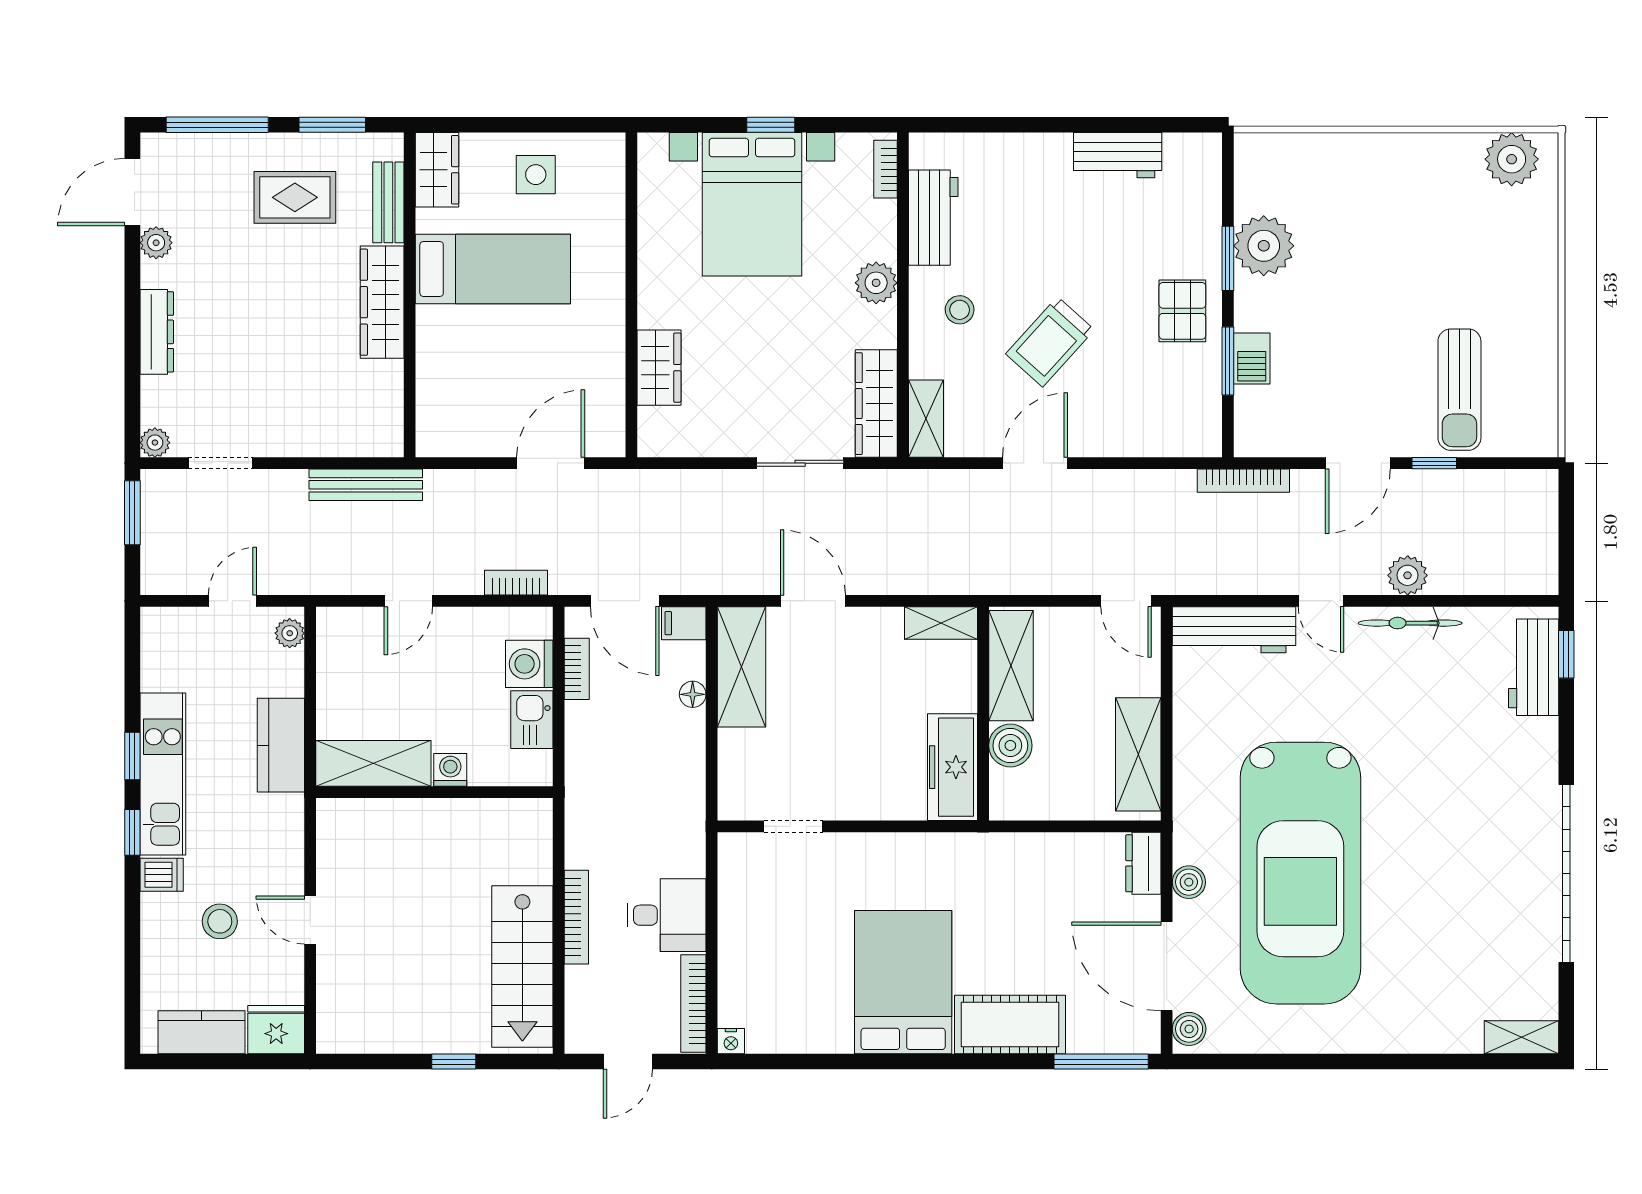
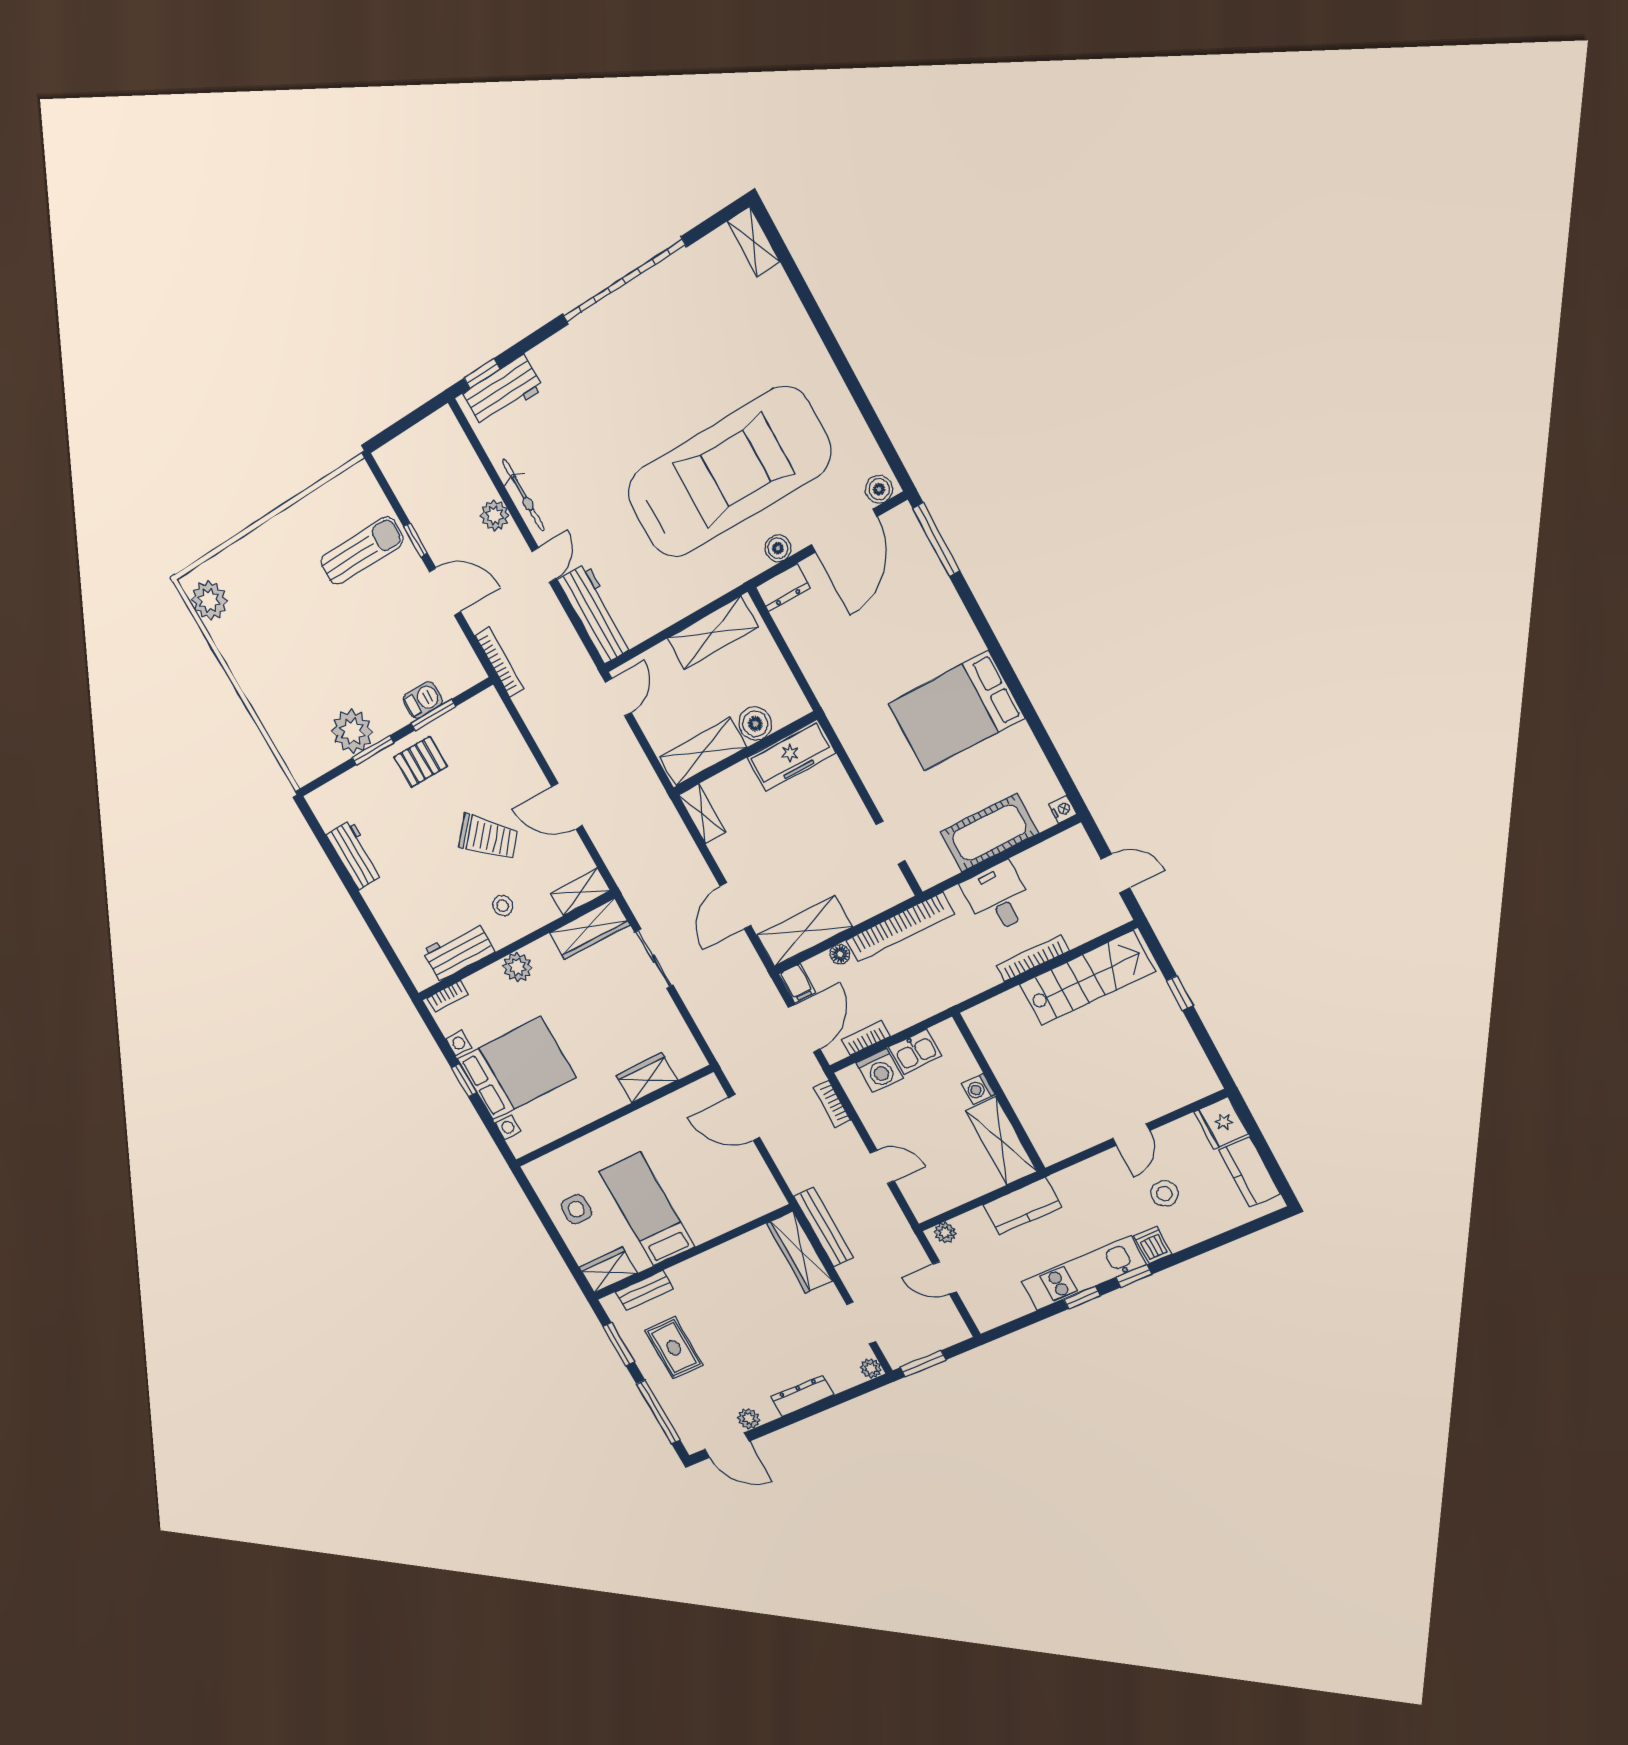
wardrobe: (382, 302) -> (799, 1252), moved, turned 90
bookcase: (693, 1004) -> (900, 927), moved, width x1.48, depth x1.31
cot: (1010, 1025) -> (989, 833), moved, turned 90

